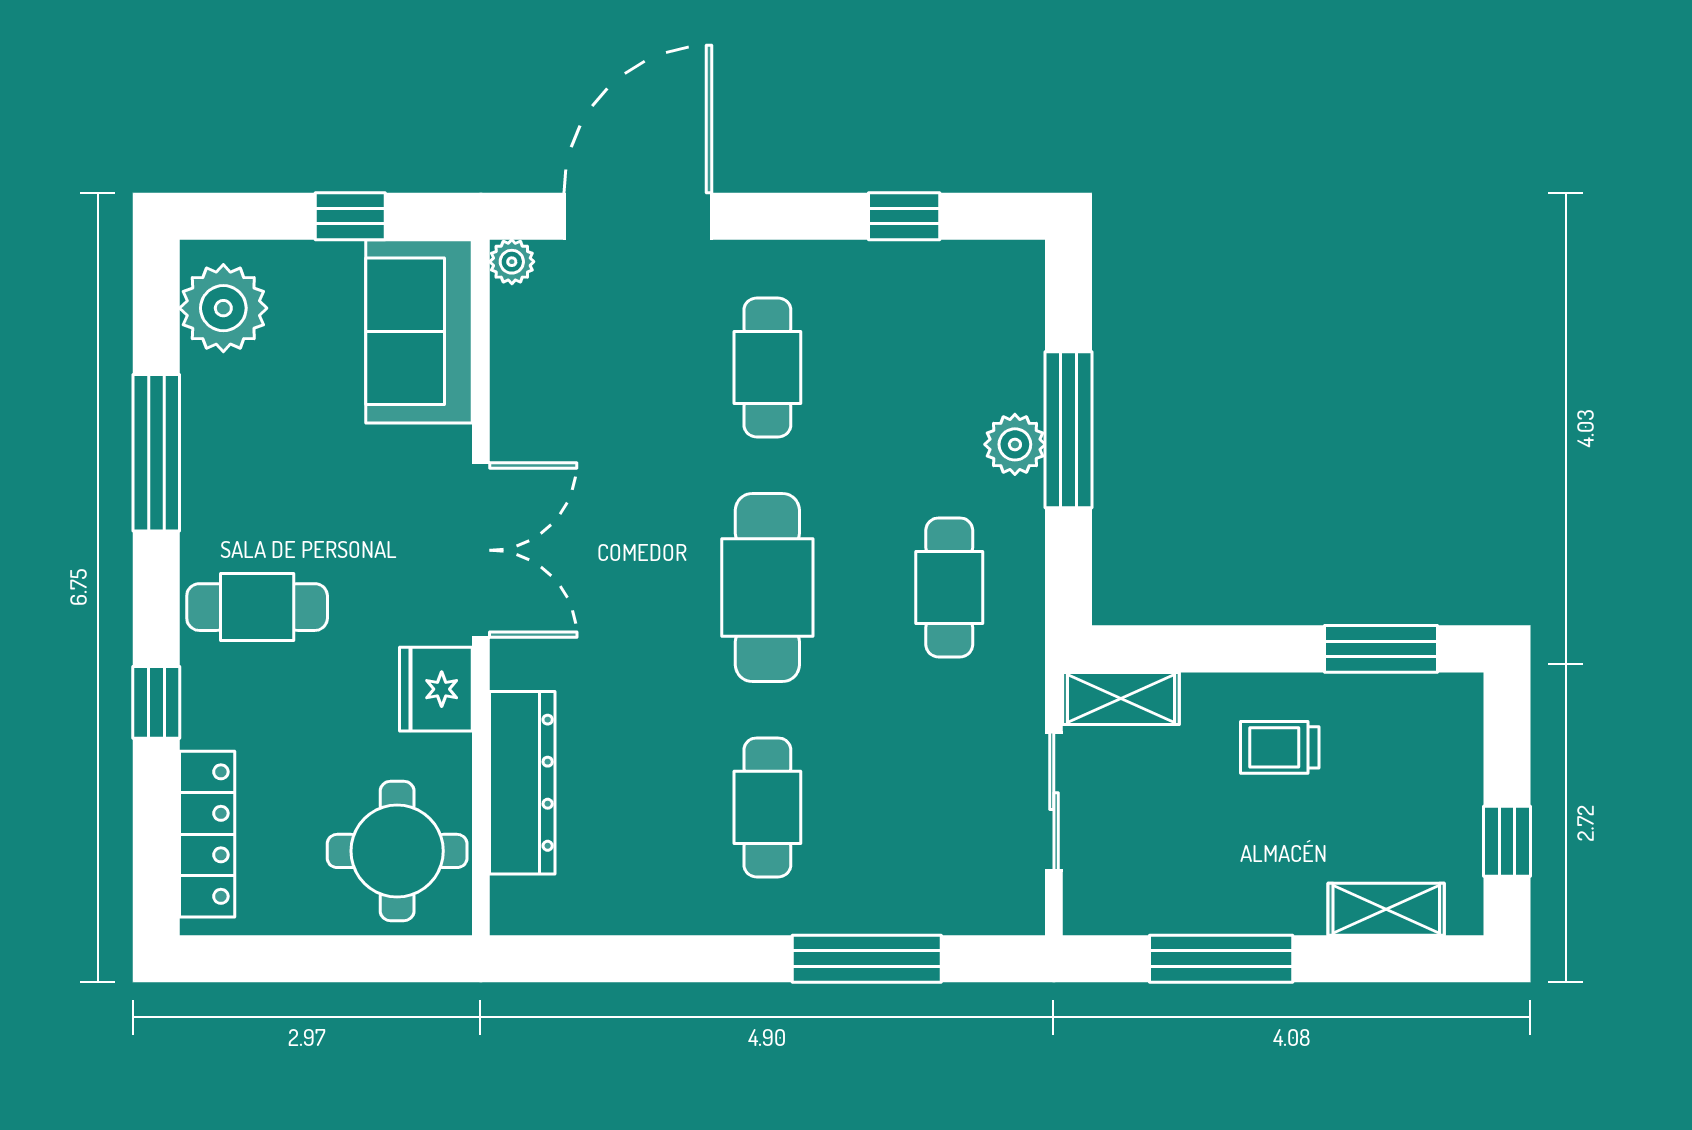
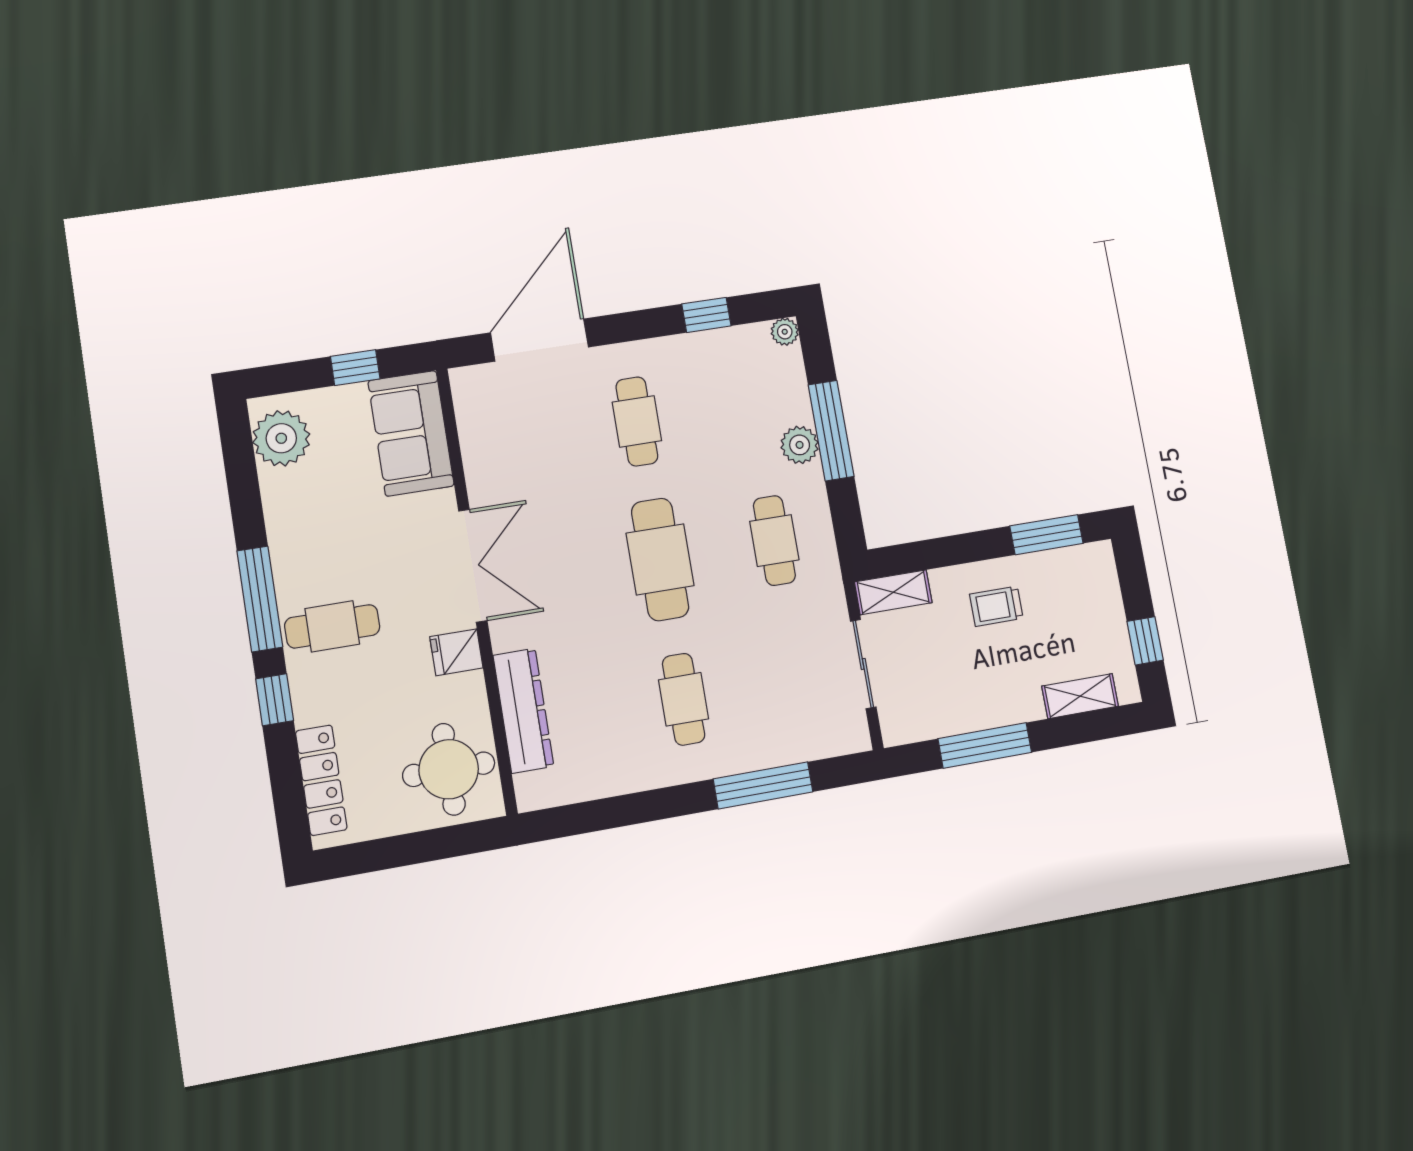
plant: (512, 262) -> (785, 332), moved
window: (156, 453) -> (260, 599), moved
fridge: (436, 689) -> (456, 652), width x0.72

